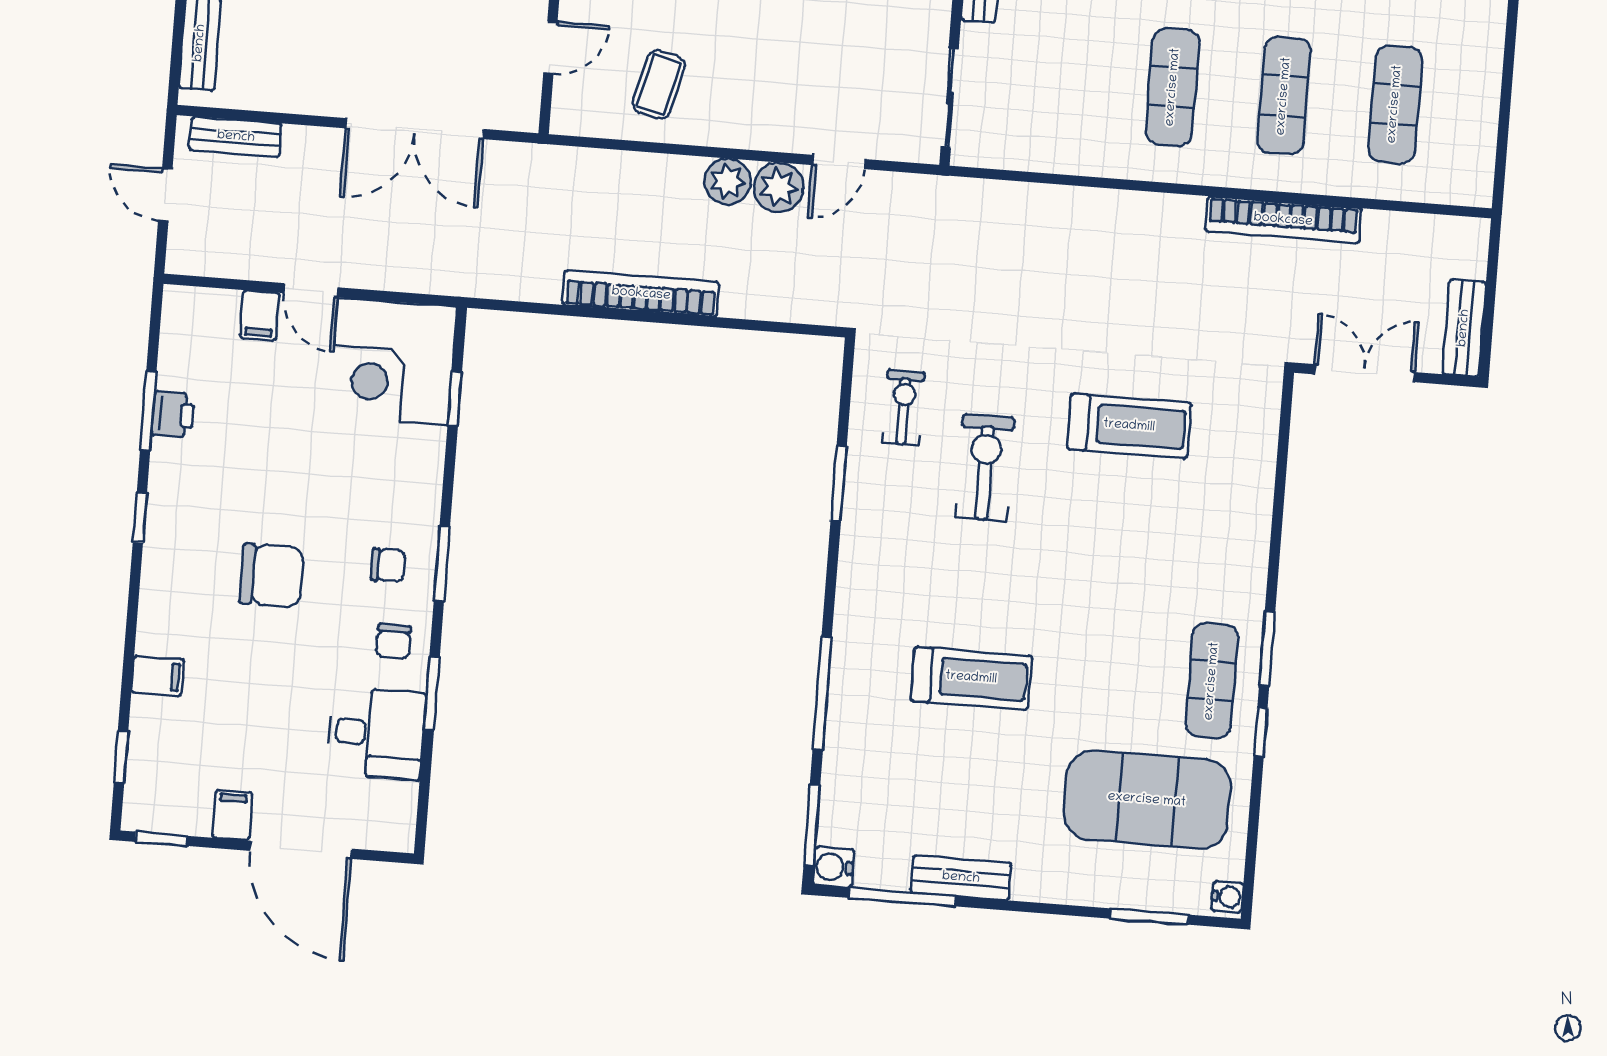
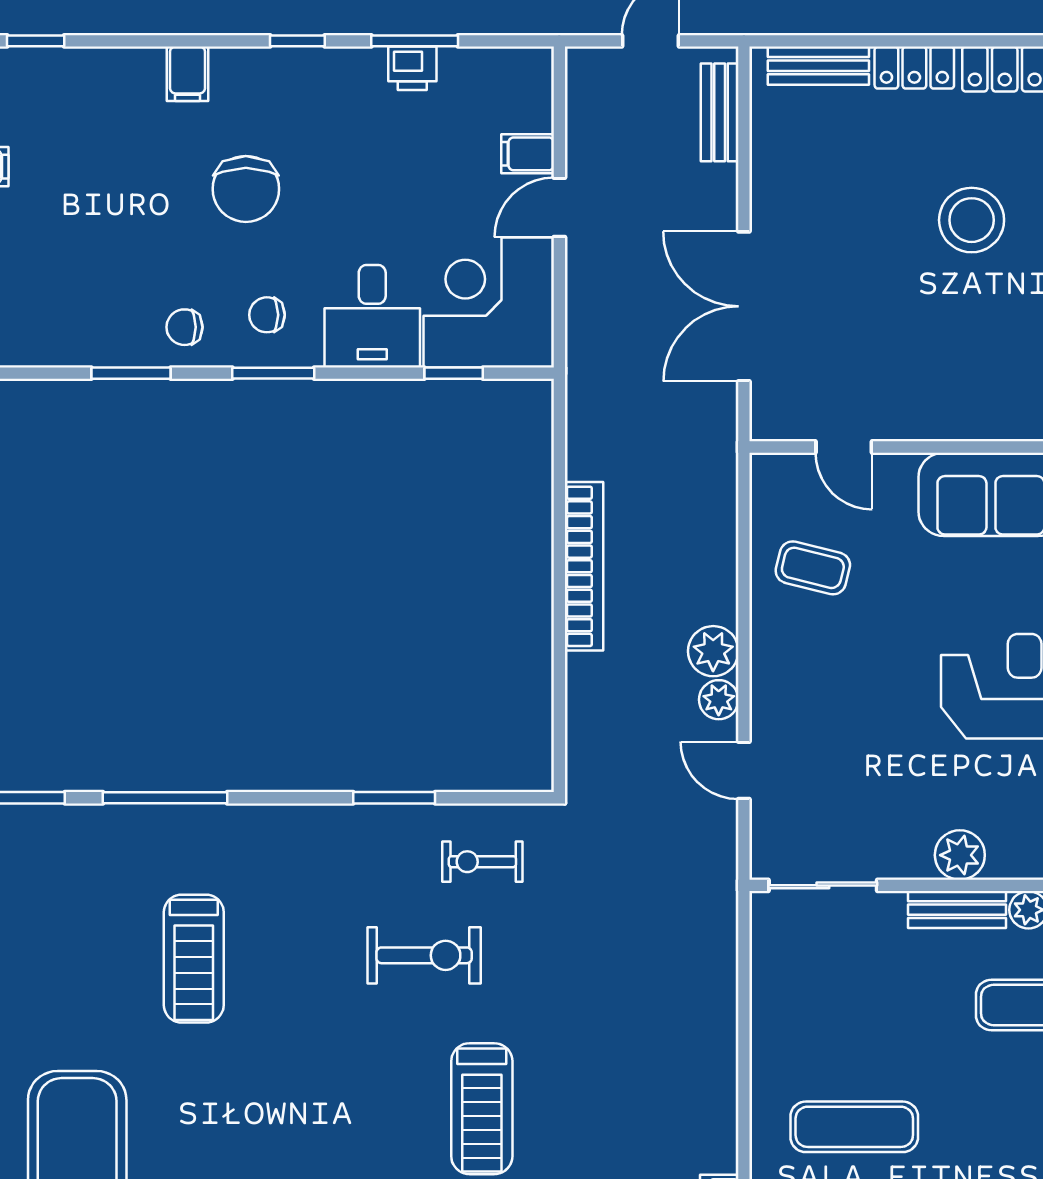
plant: (779, 187) -> (719, 700), width x0.73, depth x0.73
exercise bike: (903, 408) -> (482, 862), turned 180
chair: (388, 565) -> (267, 315), turned 90
filing cabinet: (158, 676) -> (188, 74), moved
desk: (376, 733) -> (372, 316), moved

